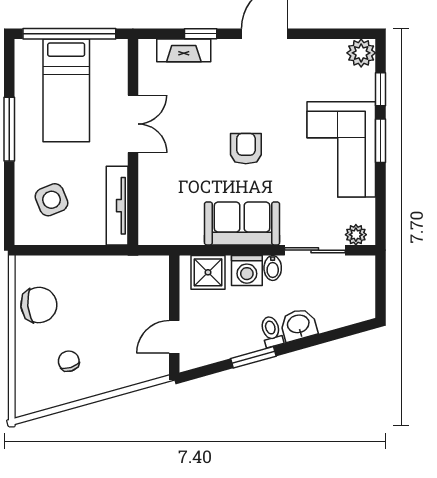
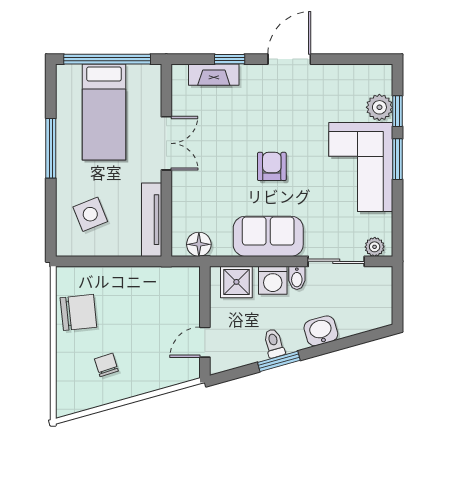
plant: (361, 53) -> (379, 107), moved
floor lamp: (168, 232) -> (199, 244), added
toilet: (271, 331) -> (274, 343), moved

